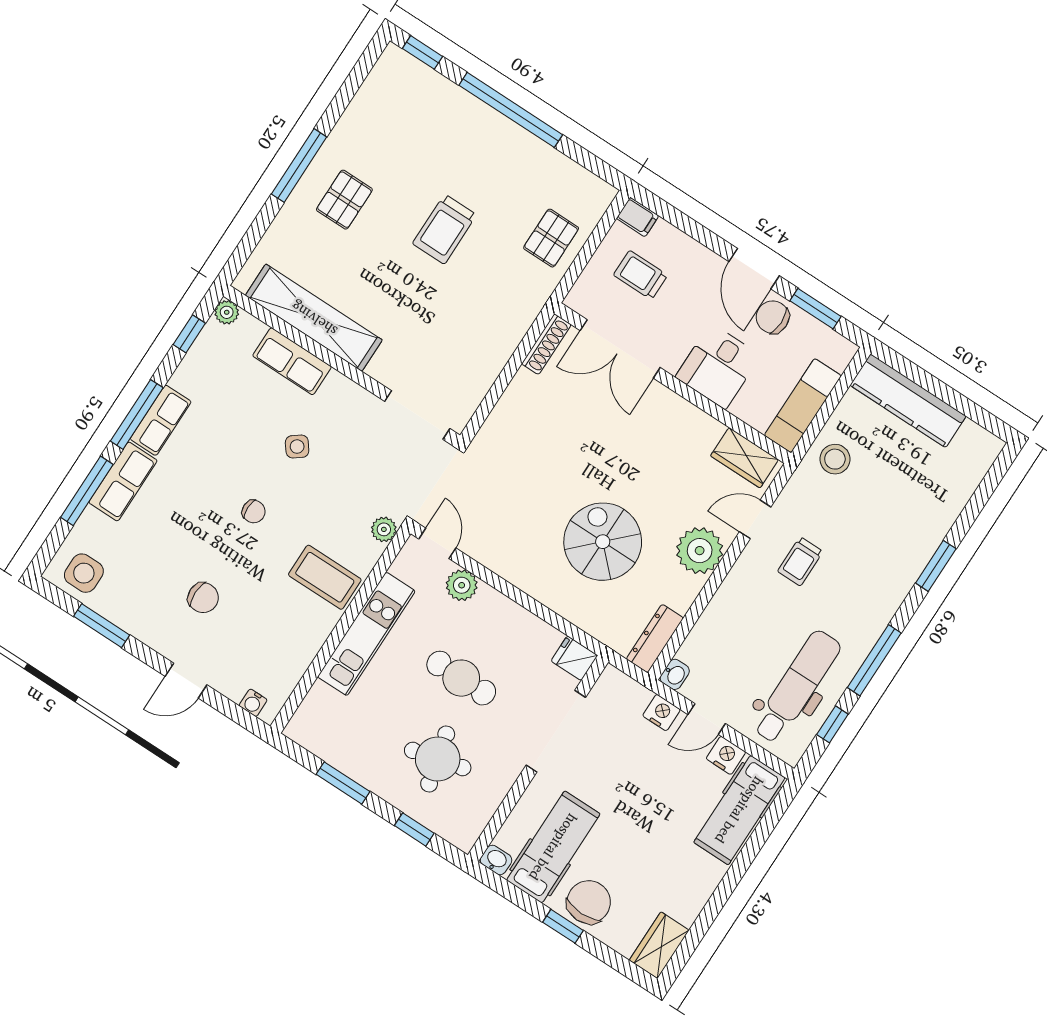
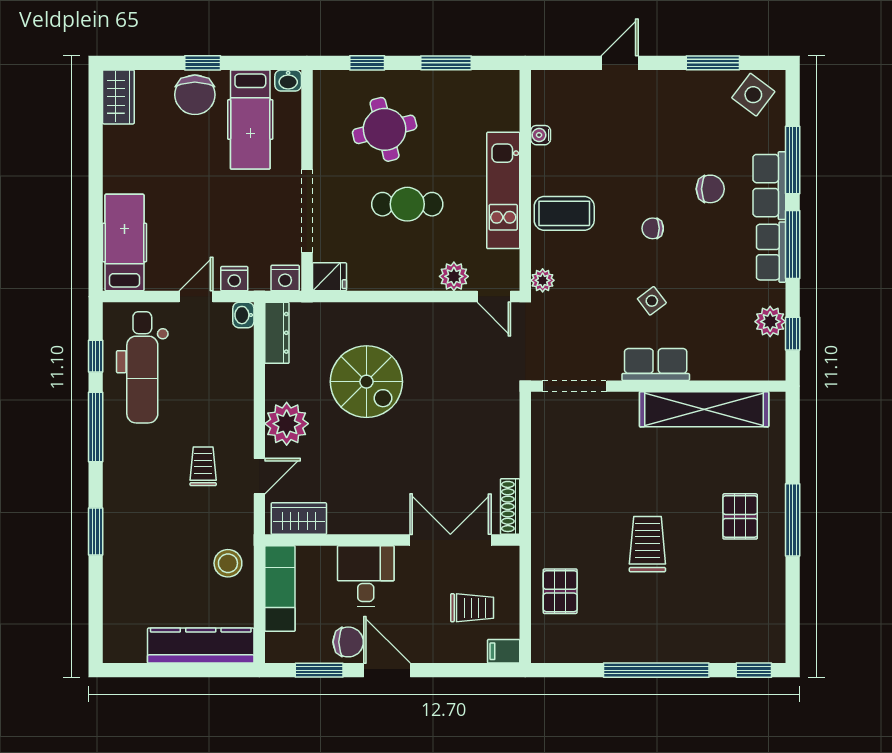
plant: (227, 312) -> (770, 322), moved, width x1.38, depth x1.38
row of seats: (292, 361) -> (656, 364), moved
side table: (84, 573) -> (753, 95), turned 37
chair: (203, 598) -> (710, 189), moved, turned 180
water cooler: (253, 703) -> (541, 135), moved, turned -90
nightstand: (726, 755) -> (285, 278), moved

